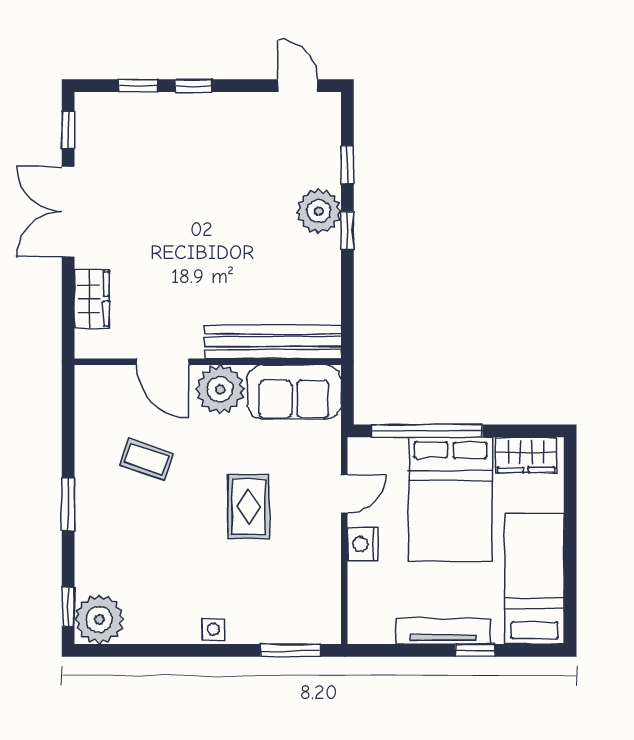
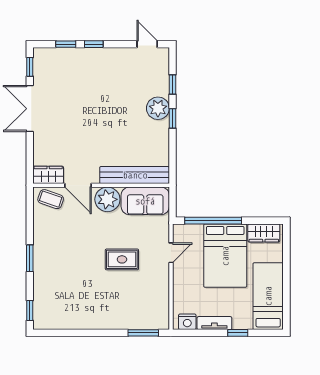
wardrobe: (92, 299) -> (48, 175), moved, turned -90
coffee table: (146, 459) -> (51, 199), moved
rug: (248, 507) -> (122, 259), turned 90
nightstand: (363, 544) -> (187, 322), moved, turned -90
plant: (99, 619) -> (46, 317), removed
side table: (213, 629) -> (104, 322), removed
tv unit: (443, 631) -> (214, 323), width x0.71

